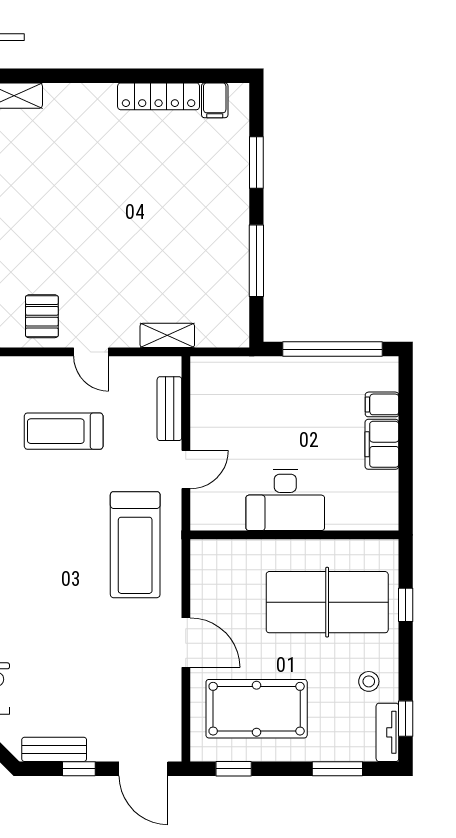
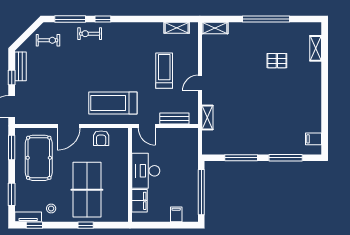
locker: (159, 96) -> (315, 114), removed
window: (256, 162) -> (286, 158), width x1.44
pallet: (42, 316) -> (277, 61), moved
filing cabinet: (382, 444) -> (139, 201), moved, turned 90
desk: (285, 500) -> (146, 171), moved
wall: (294, 535) -> (130, 175), moved
armchair: (213, 571) -> (101, 138), added
window: (234, 769) -> (12, 147), width x1.50

